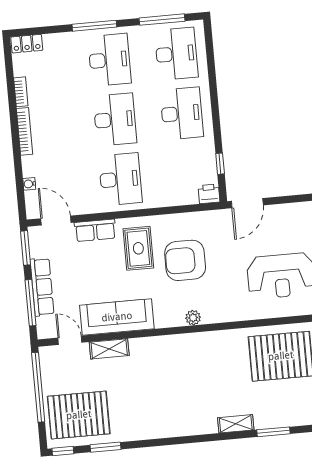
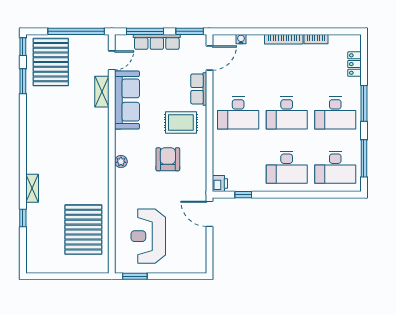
locker: (27, 44) -> (354, 64), moved
armchair: (185, 260) -> (168, 159), width x0.73, depth x0.73
window: (273, 432) -> (23, 218), width x0.67

